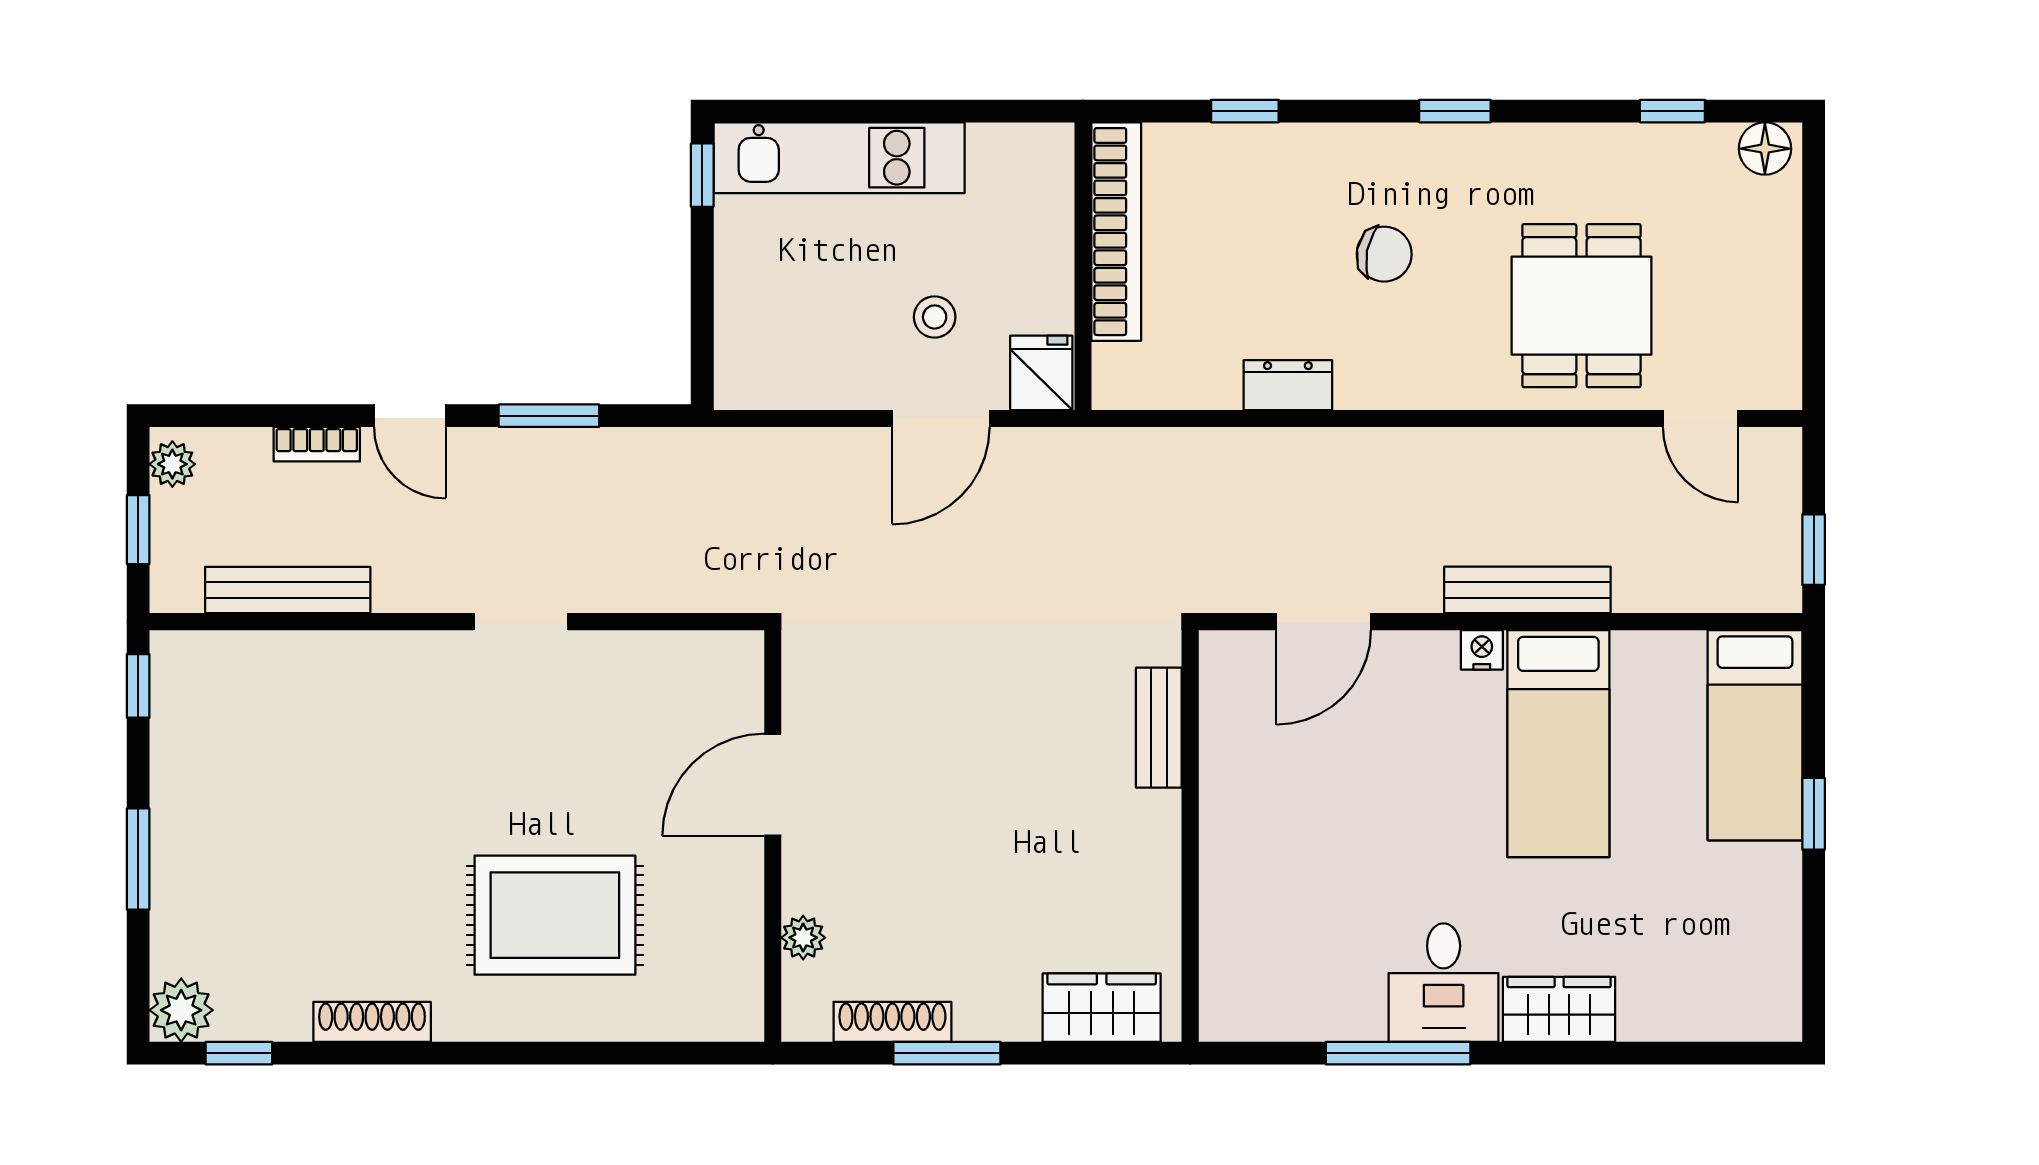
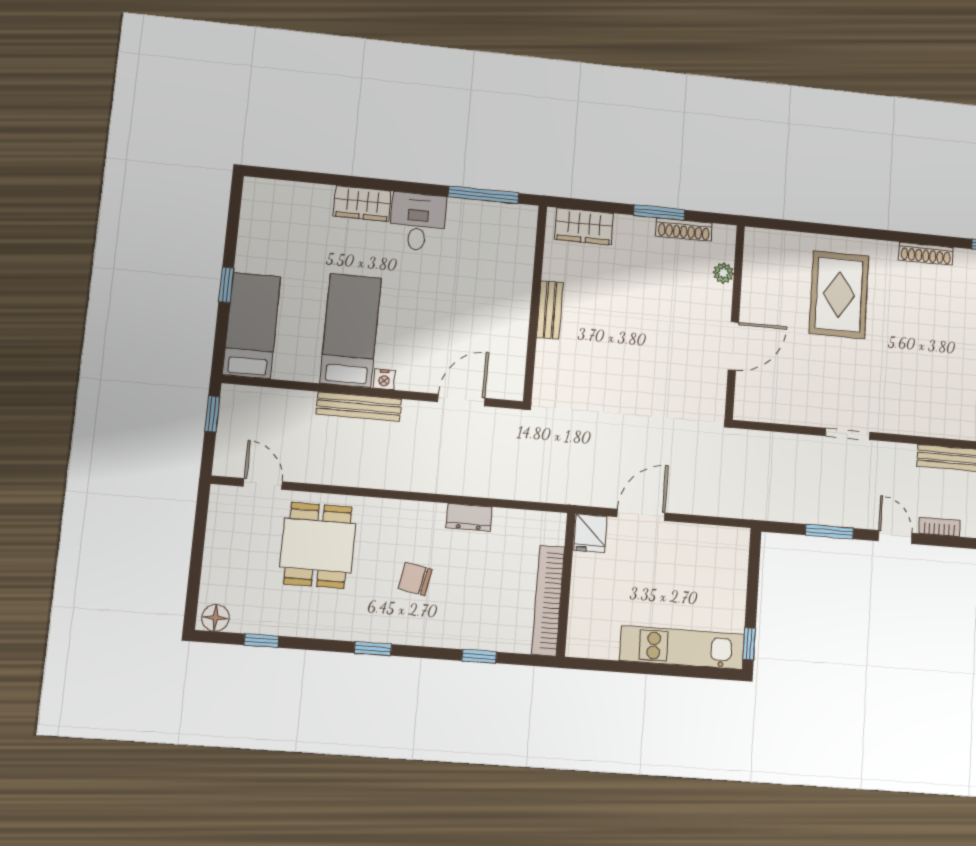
stool: (935, 317) -> (641, 565), removed
bench: (1159, 728) -> (550, 310), moved
rug: (555, 915) -> (839, 295), turned 90
window: (1398, 1053) -> (484, 195), moved

